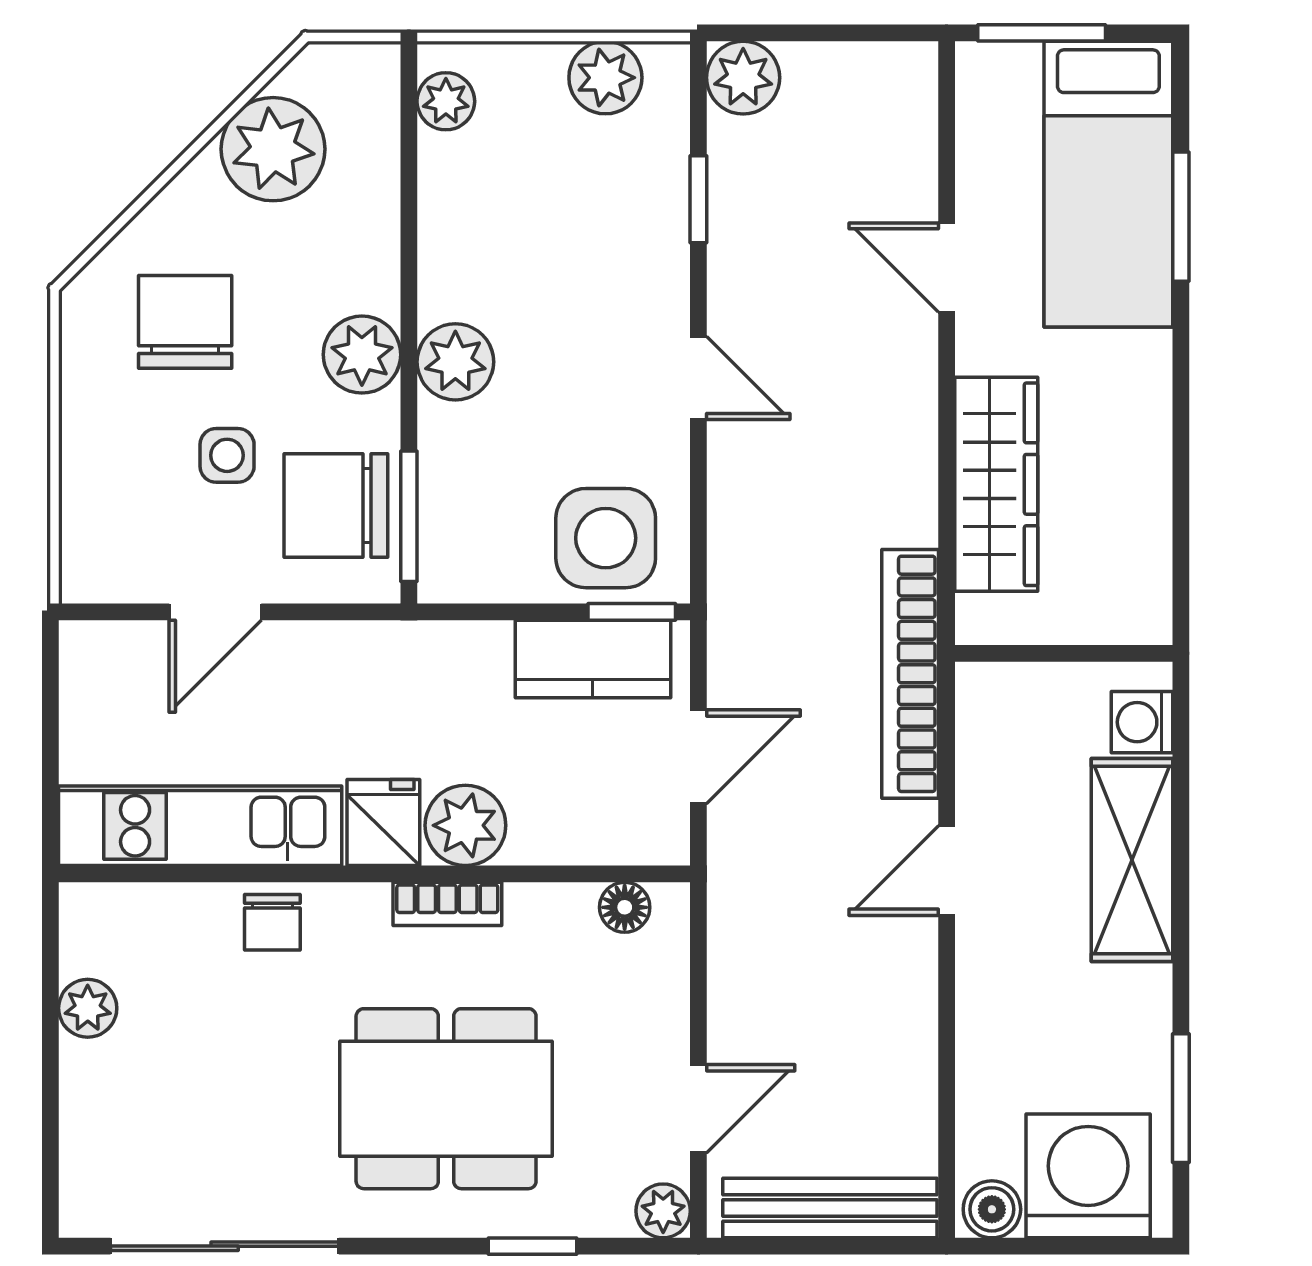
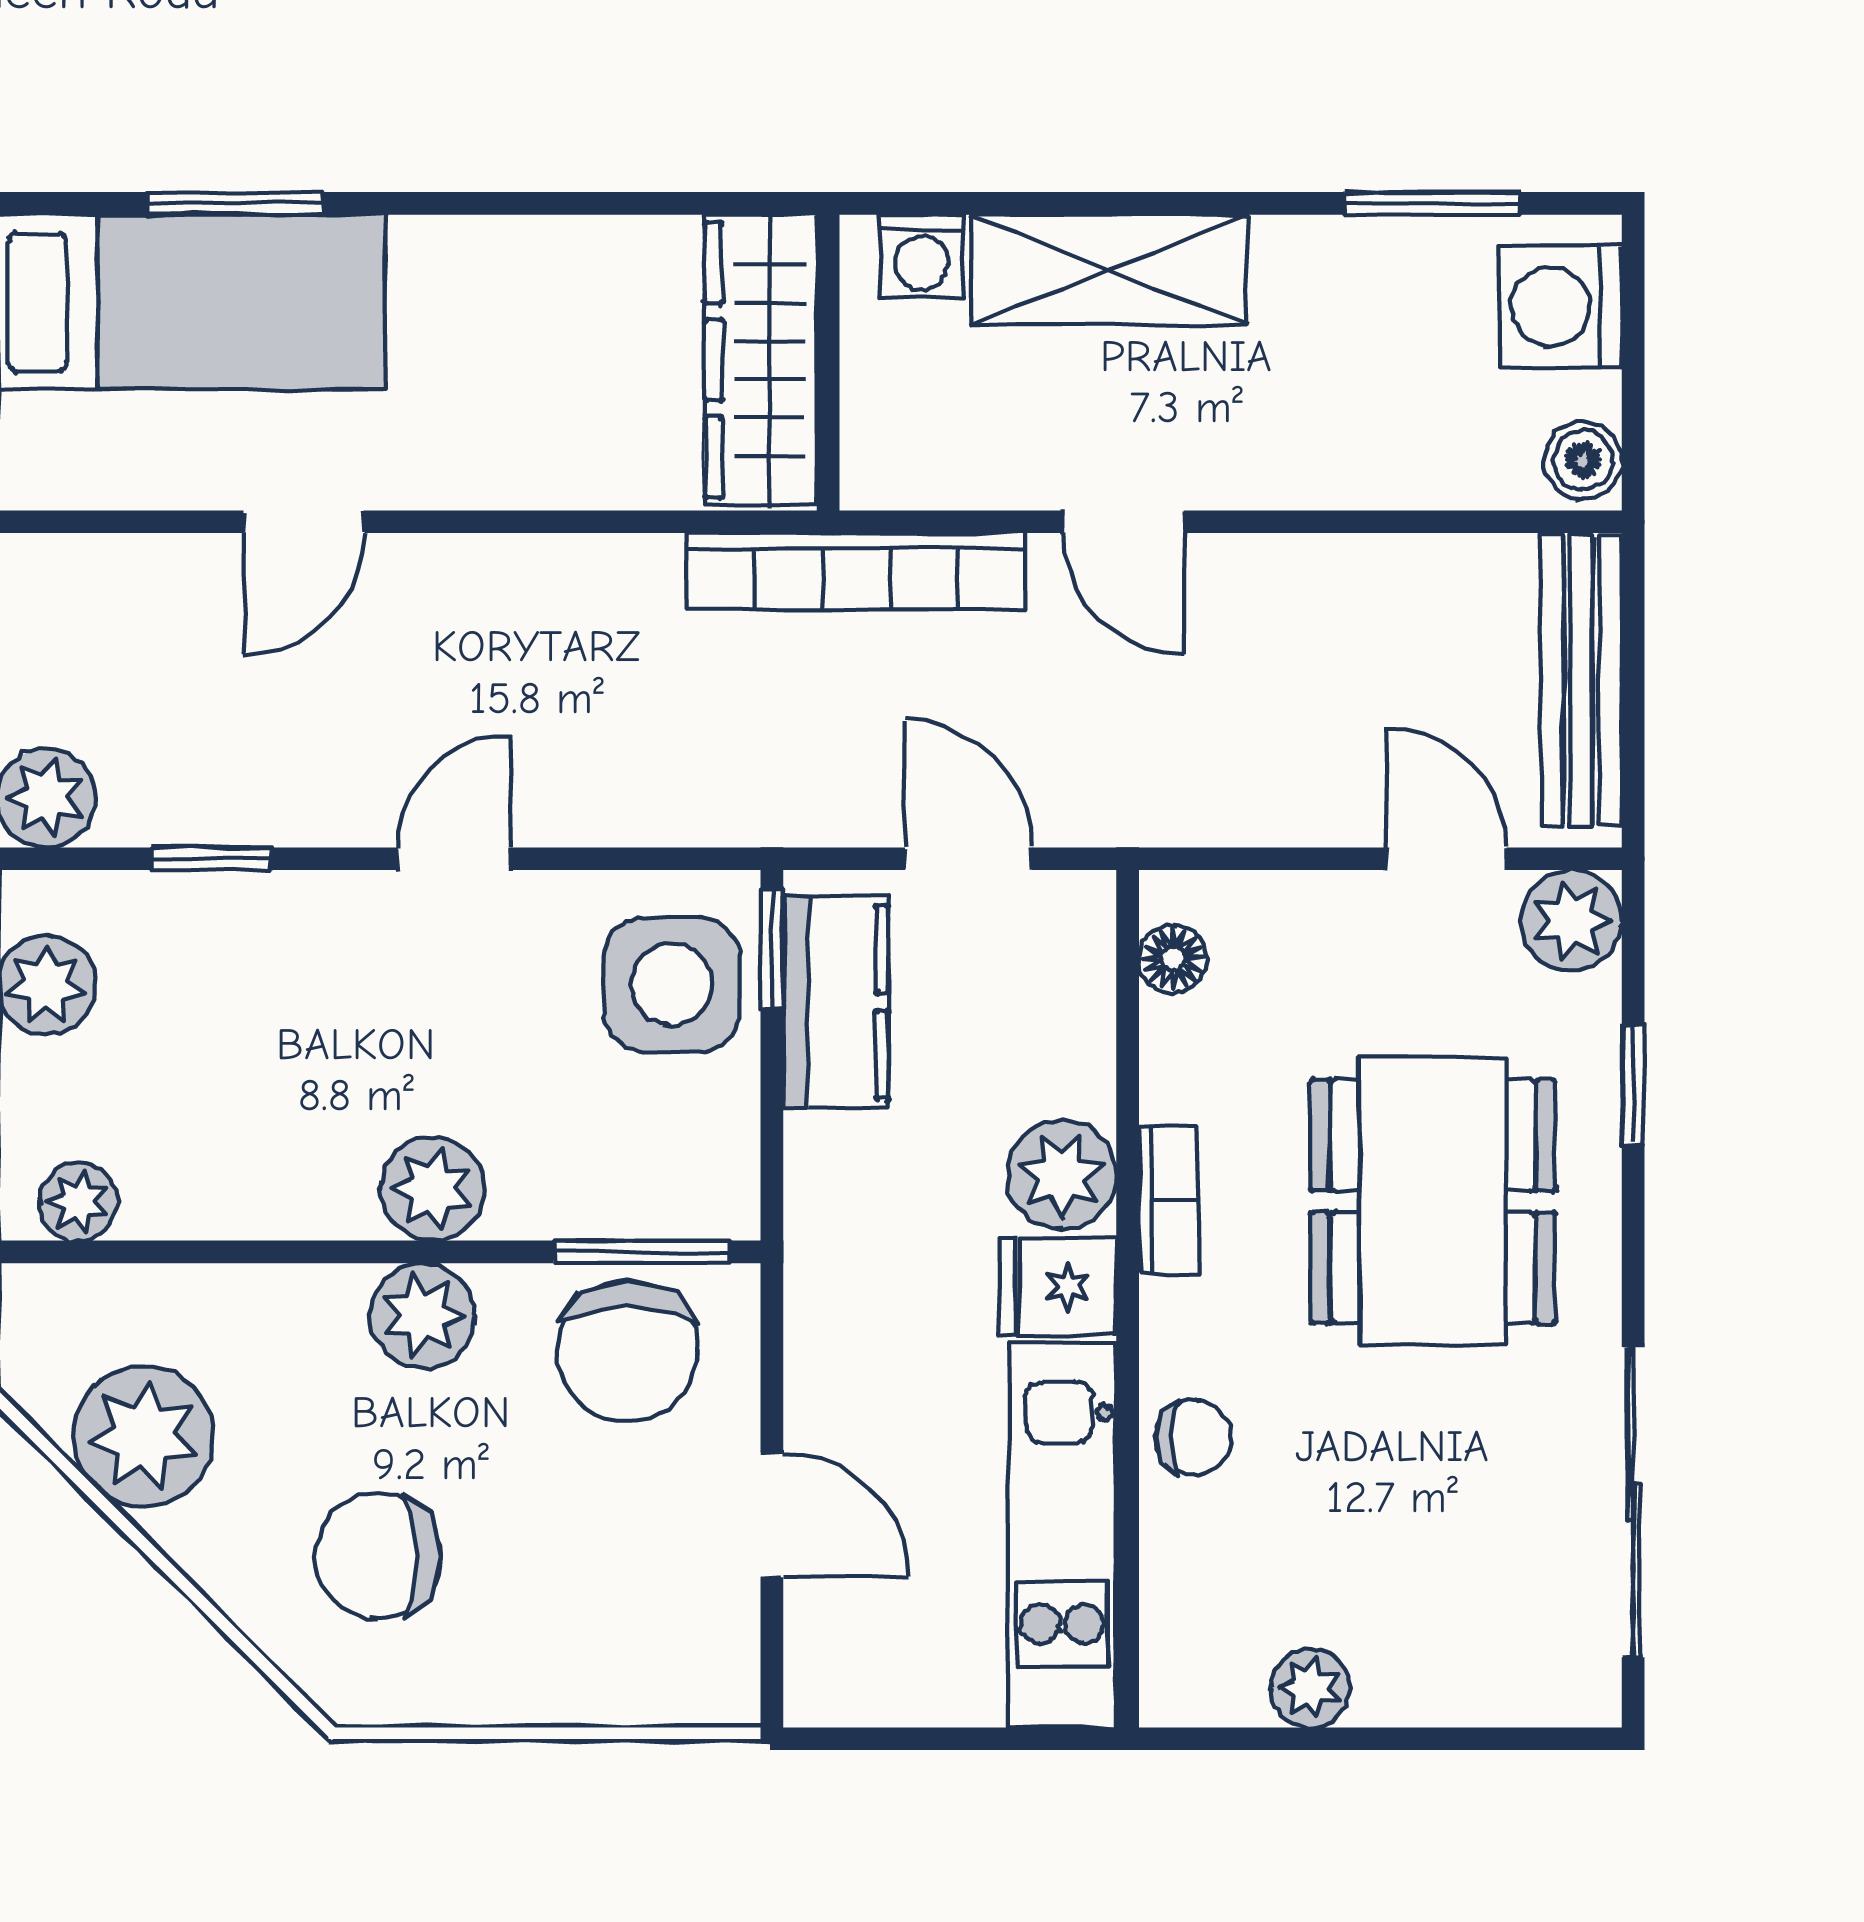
side table: (227, 455) -> (559, 1499), removed
wardrobe: (996, 484) -> (761, 360), moved, turned -90
washing machine: (1088, 1176) -> (1561, 307), width x0.73, depth x0.73
plant: (663, 1211) -> (1571, 920), width x1.38, depth x1.38

